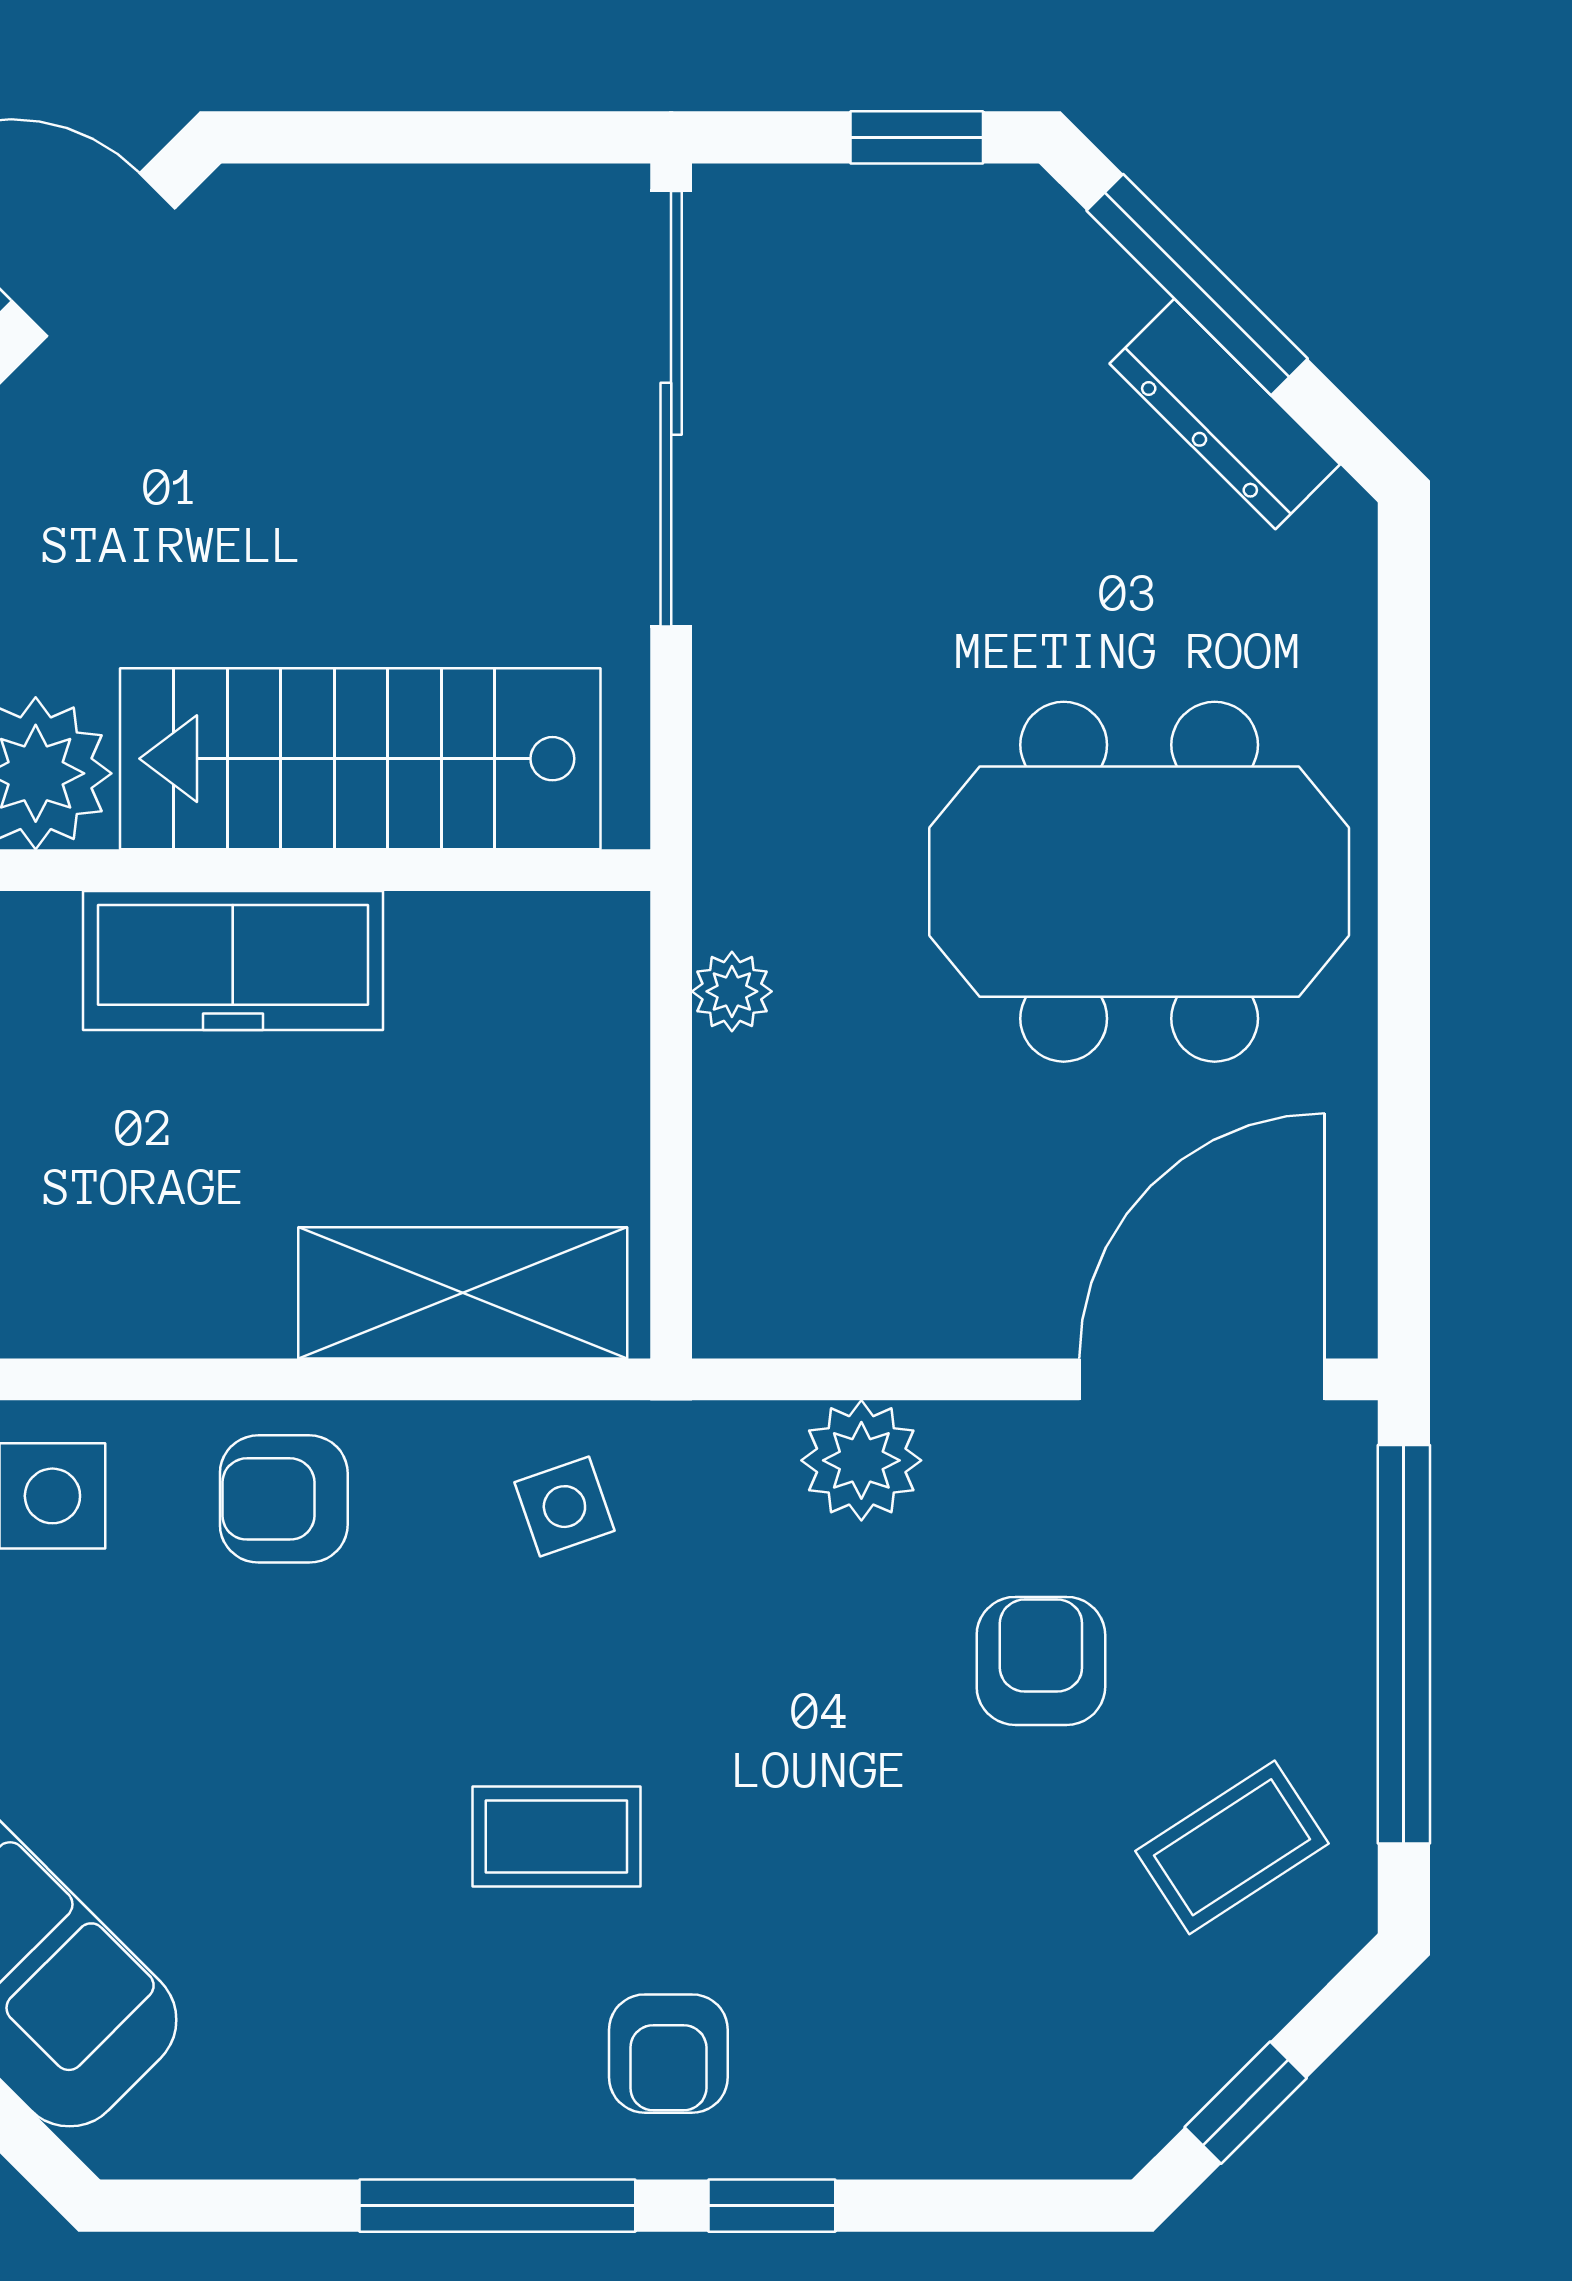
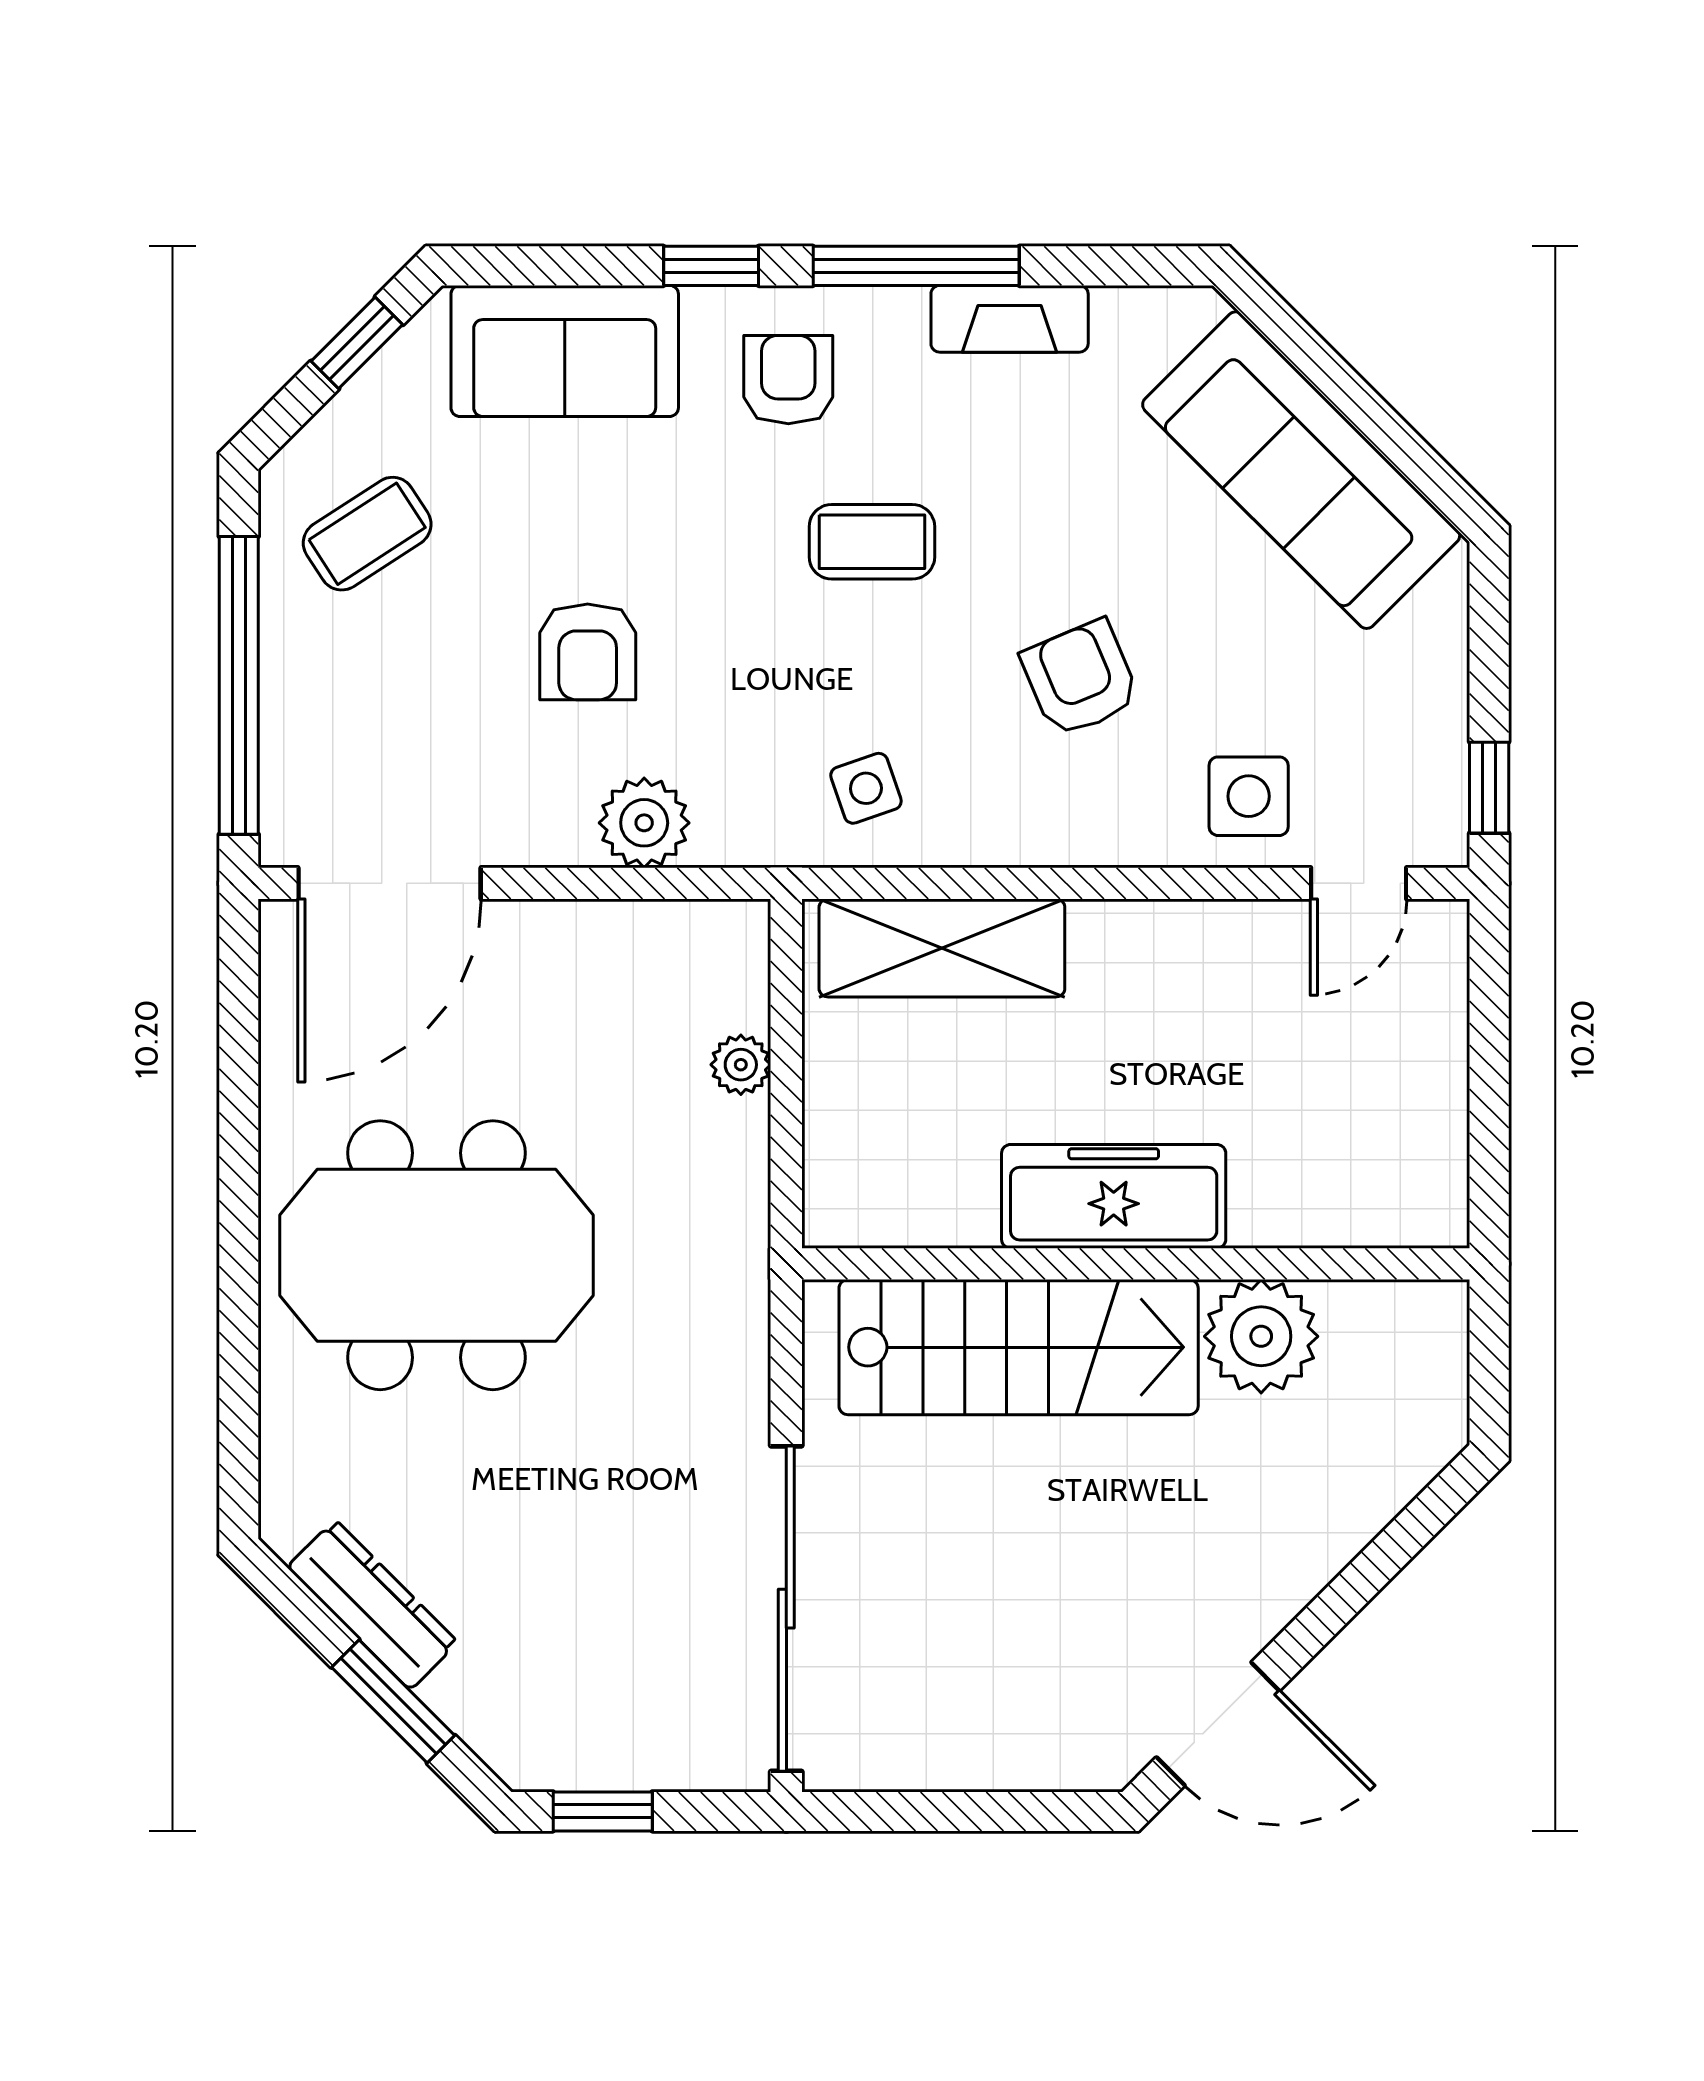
window: (1197, 285) -> (393, 1701), width x0.69
plant: (732, 991) -> (741, 1065), moved
armchair: (284, 1499) -> (1080, 678), moved, turned -113
armchair: (1041, 1661) -> (588, 652), moved
sofa: (968, 2092) -> (565, 351), added
fireplace: (372, 2135) -> (1010, 319), added

